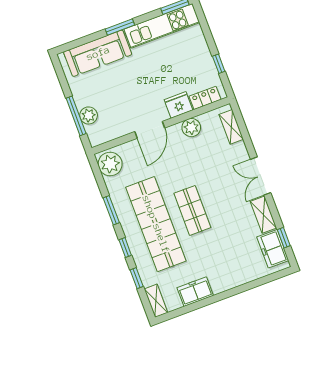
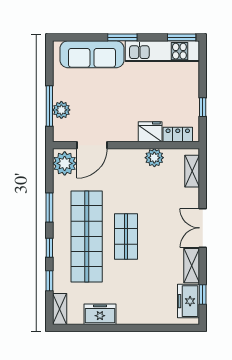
door: (150, 130) -> (92, 145), moved

